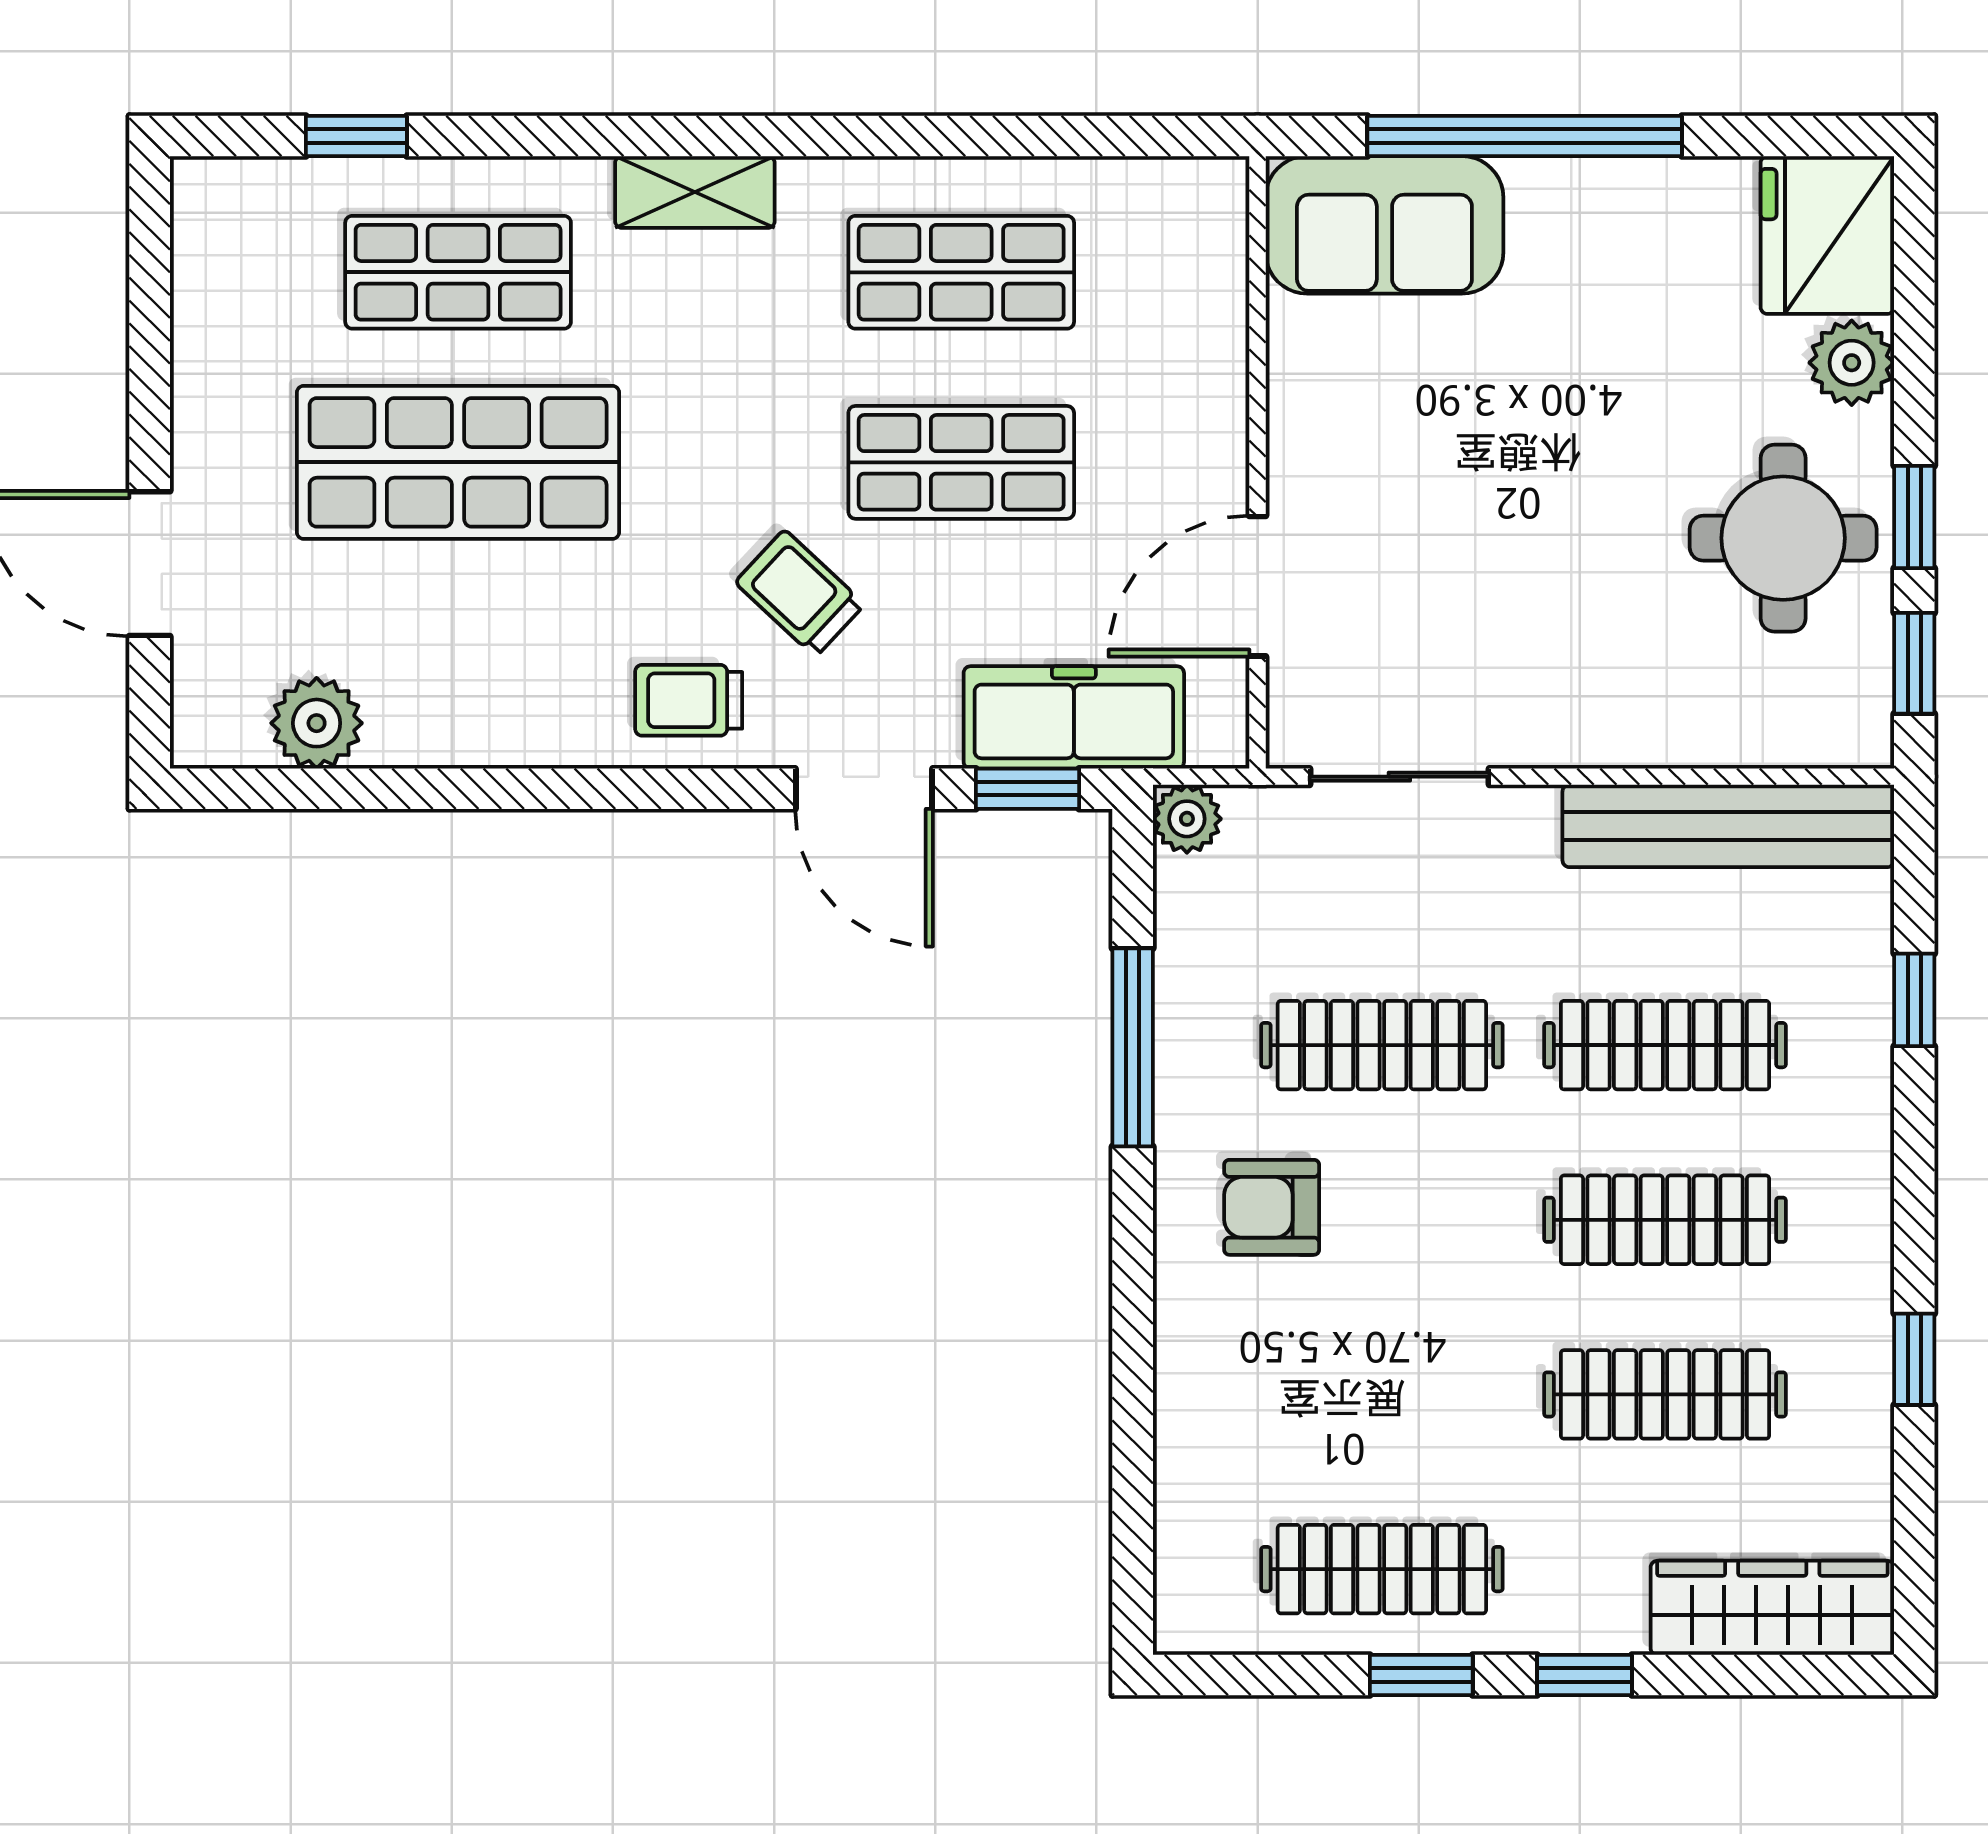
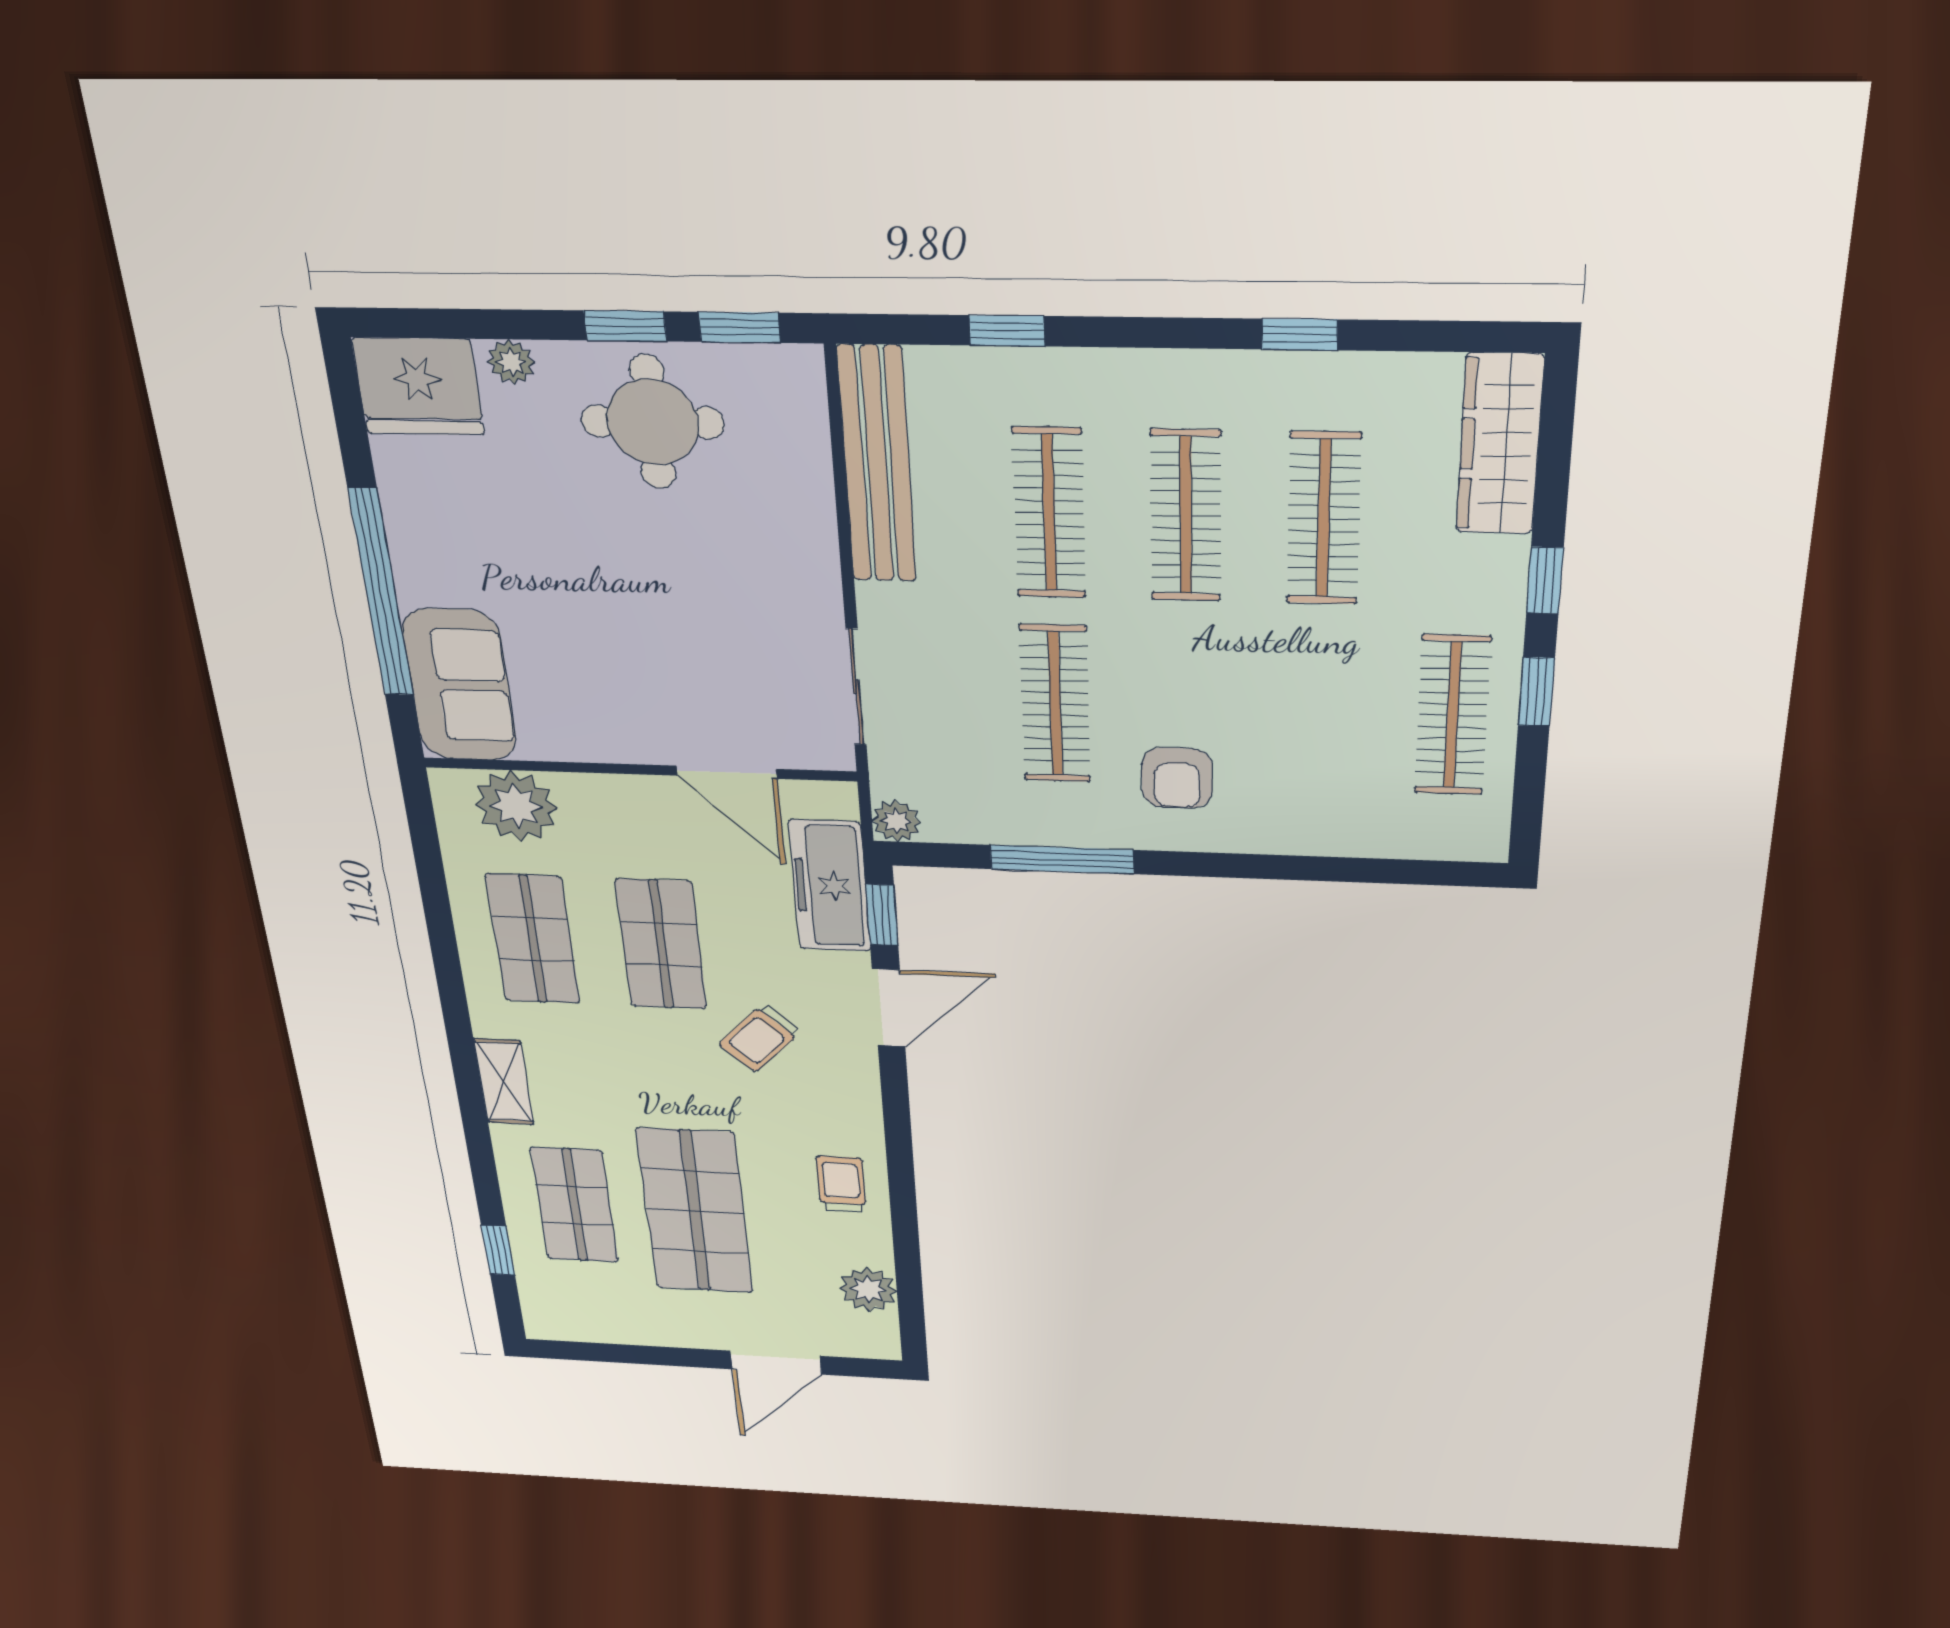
plant: (1190, 278) -> (516, 806), added
plant: (1852, 363) -> (511, 362), width x0.73, depth x0.73
trolley: (689, 700) -> (841, 1184), moved, turned 180

